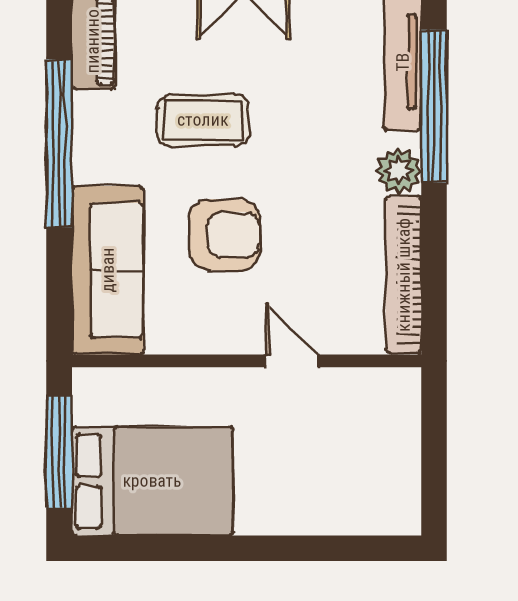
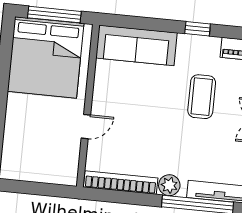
window: (59, 143) -> (198, 29), width x0.32
armchair: (224, 235) -> (147, 101), removed
bed: (152, 481) -> (46, 57), width x1.36

